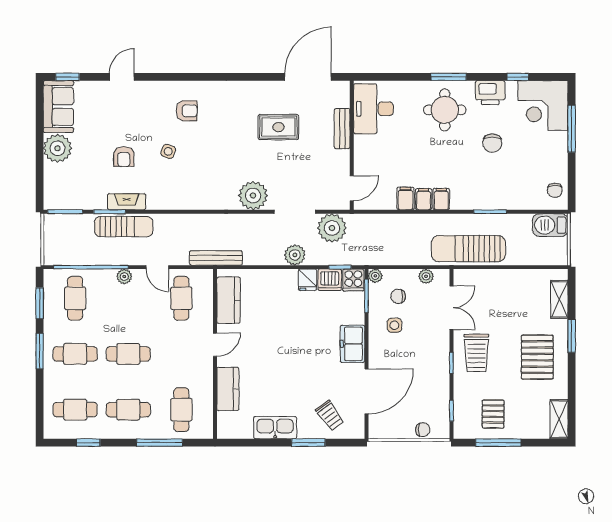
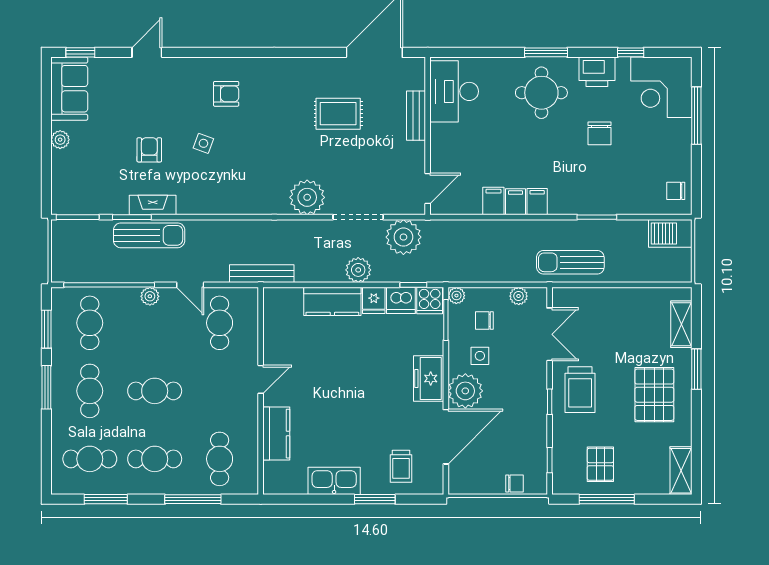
plant: (57, 148) -> (60, 140), width x0.53, depth x0.53
armchair: (124, 157) -> (149, 150), turned 180
chair: (555, 190) -> (676, 191), turned 90
sun lounger: (468, 249) -> (570, 262), width x0.73, depth x0.75
kitchen counter: (229, 300) -> (332, 301), moved, turned 90
cafe table: (75, 354) -> (90, 391), turned 90
plant: (382, 354) -> (465, 391), added
trolley: (330, 416) -> (401, 466), turned 36
window: (88, 443) -> (106, 499), width x1.50

